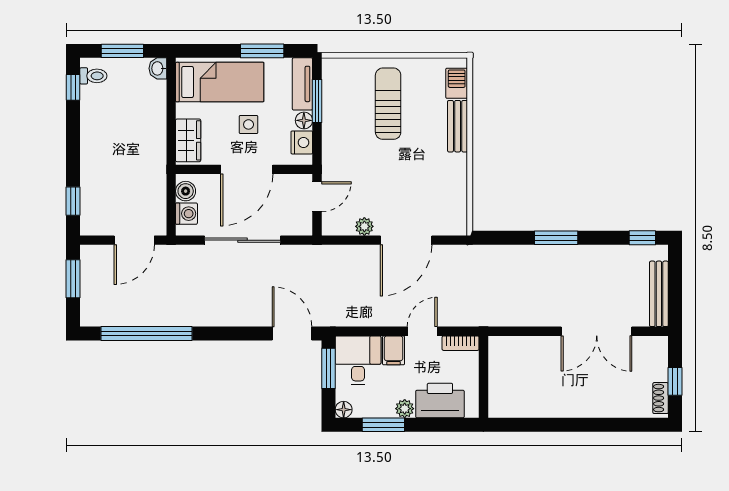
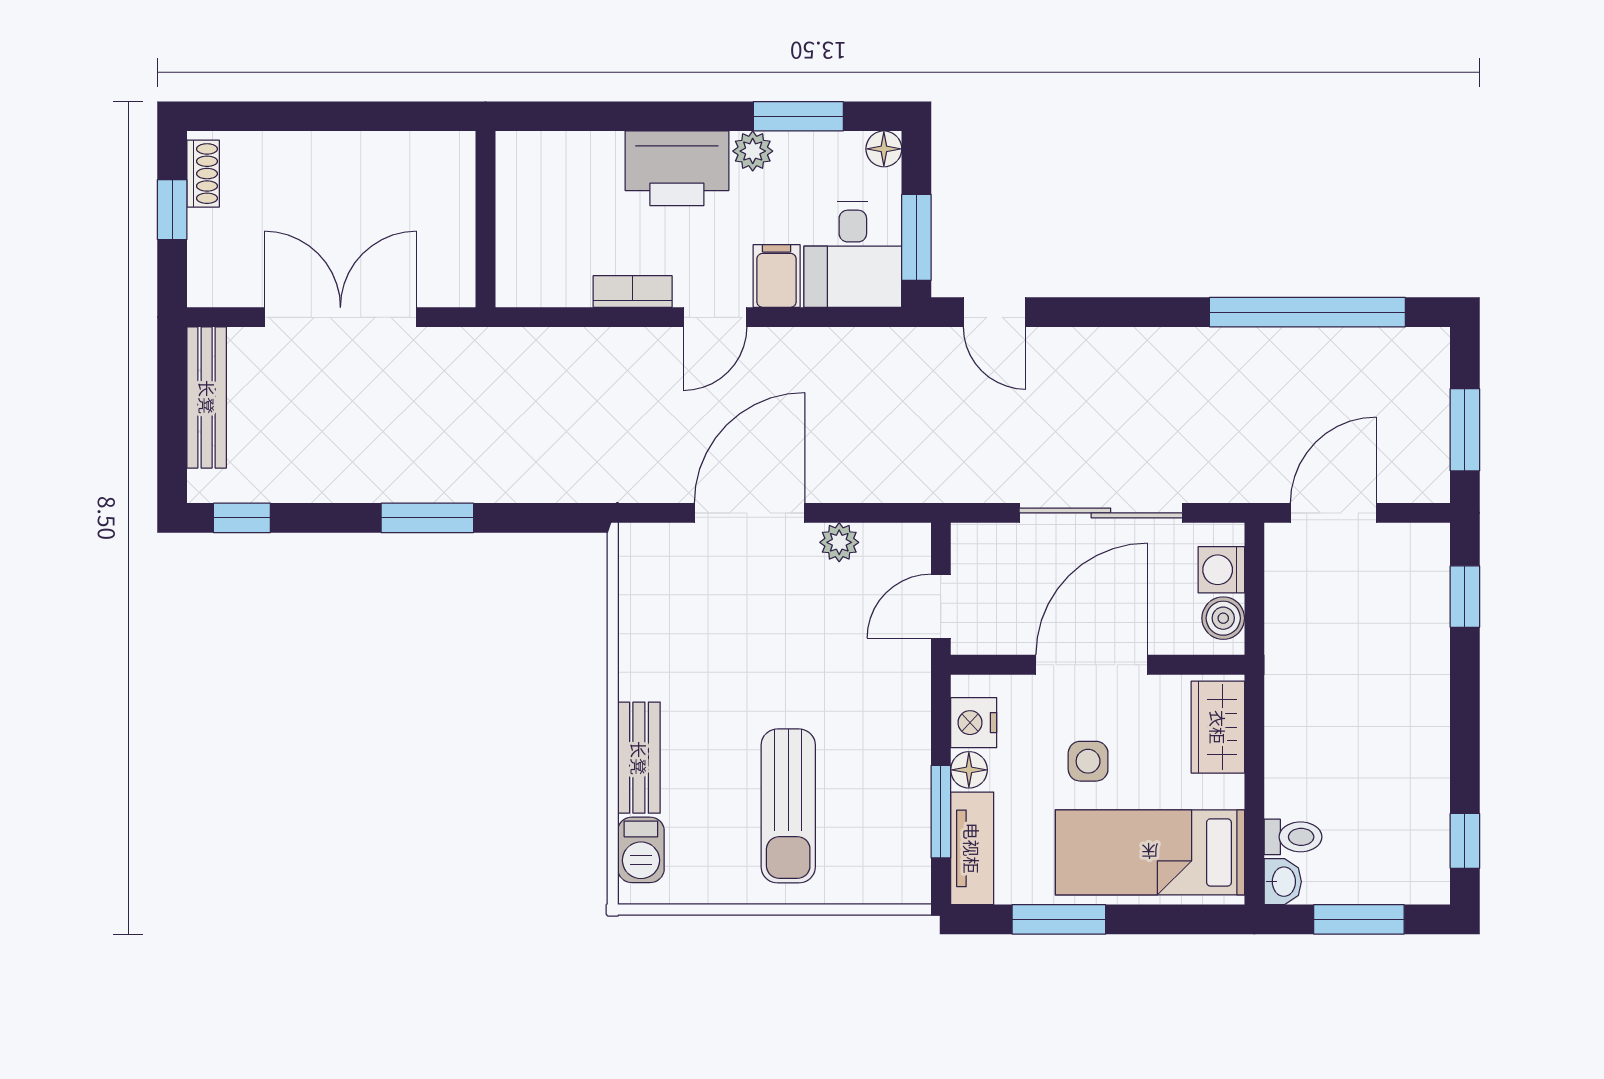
toilet: (93, 76) -> (1293, 837), moved, turned 180
door: (292, 334) -> (995, 312), width x0.73
wall: (483, 377) -> (485, 219), moved

